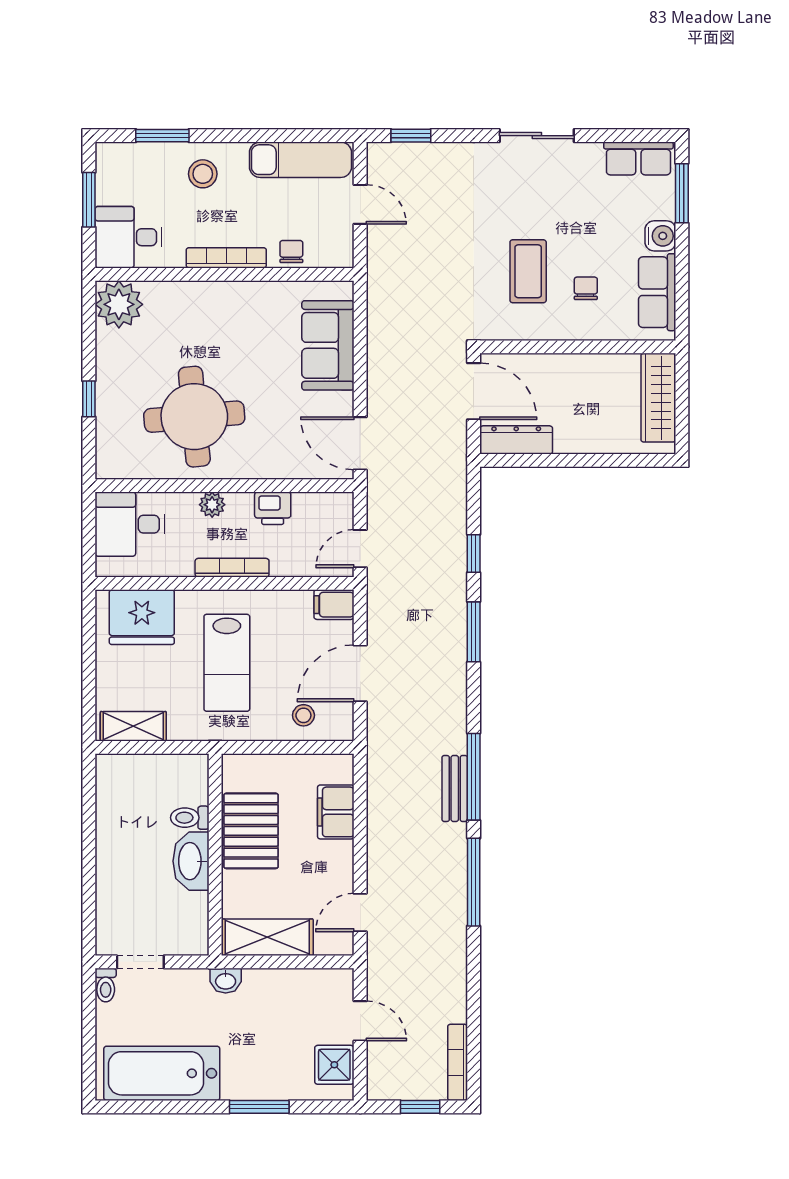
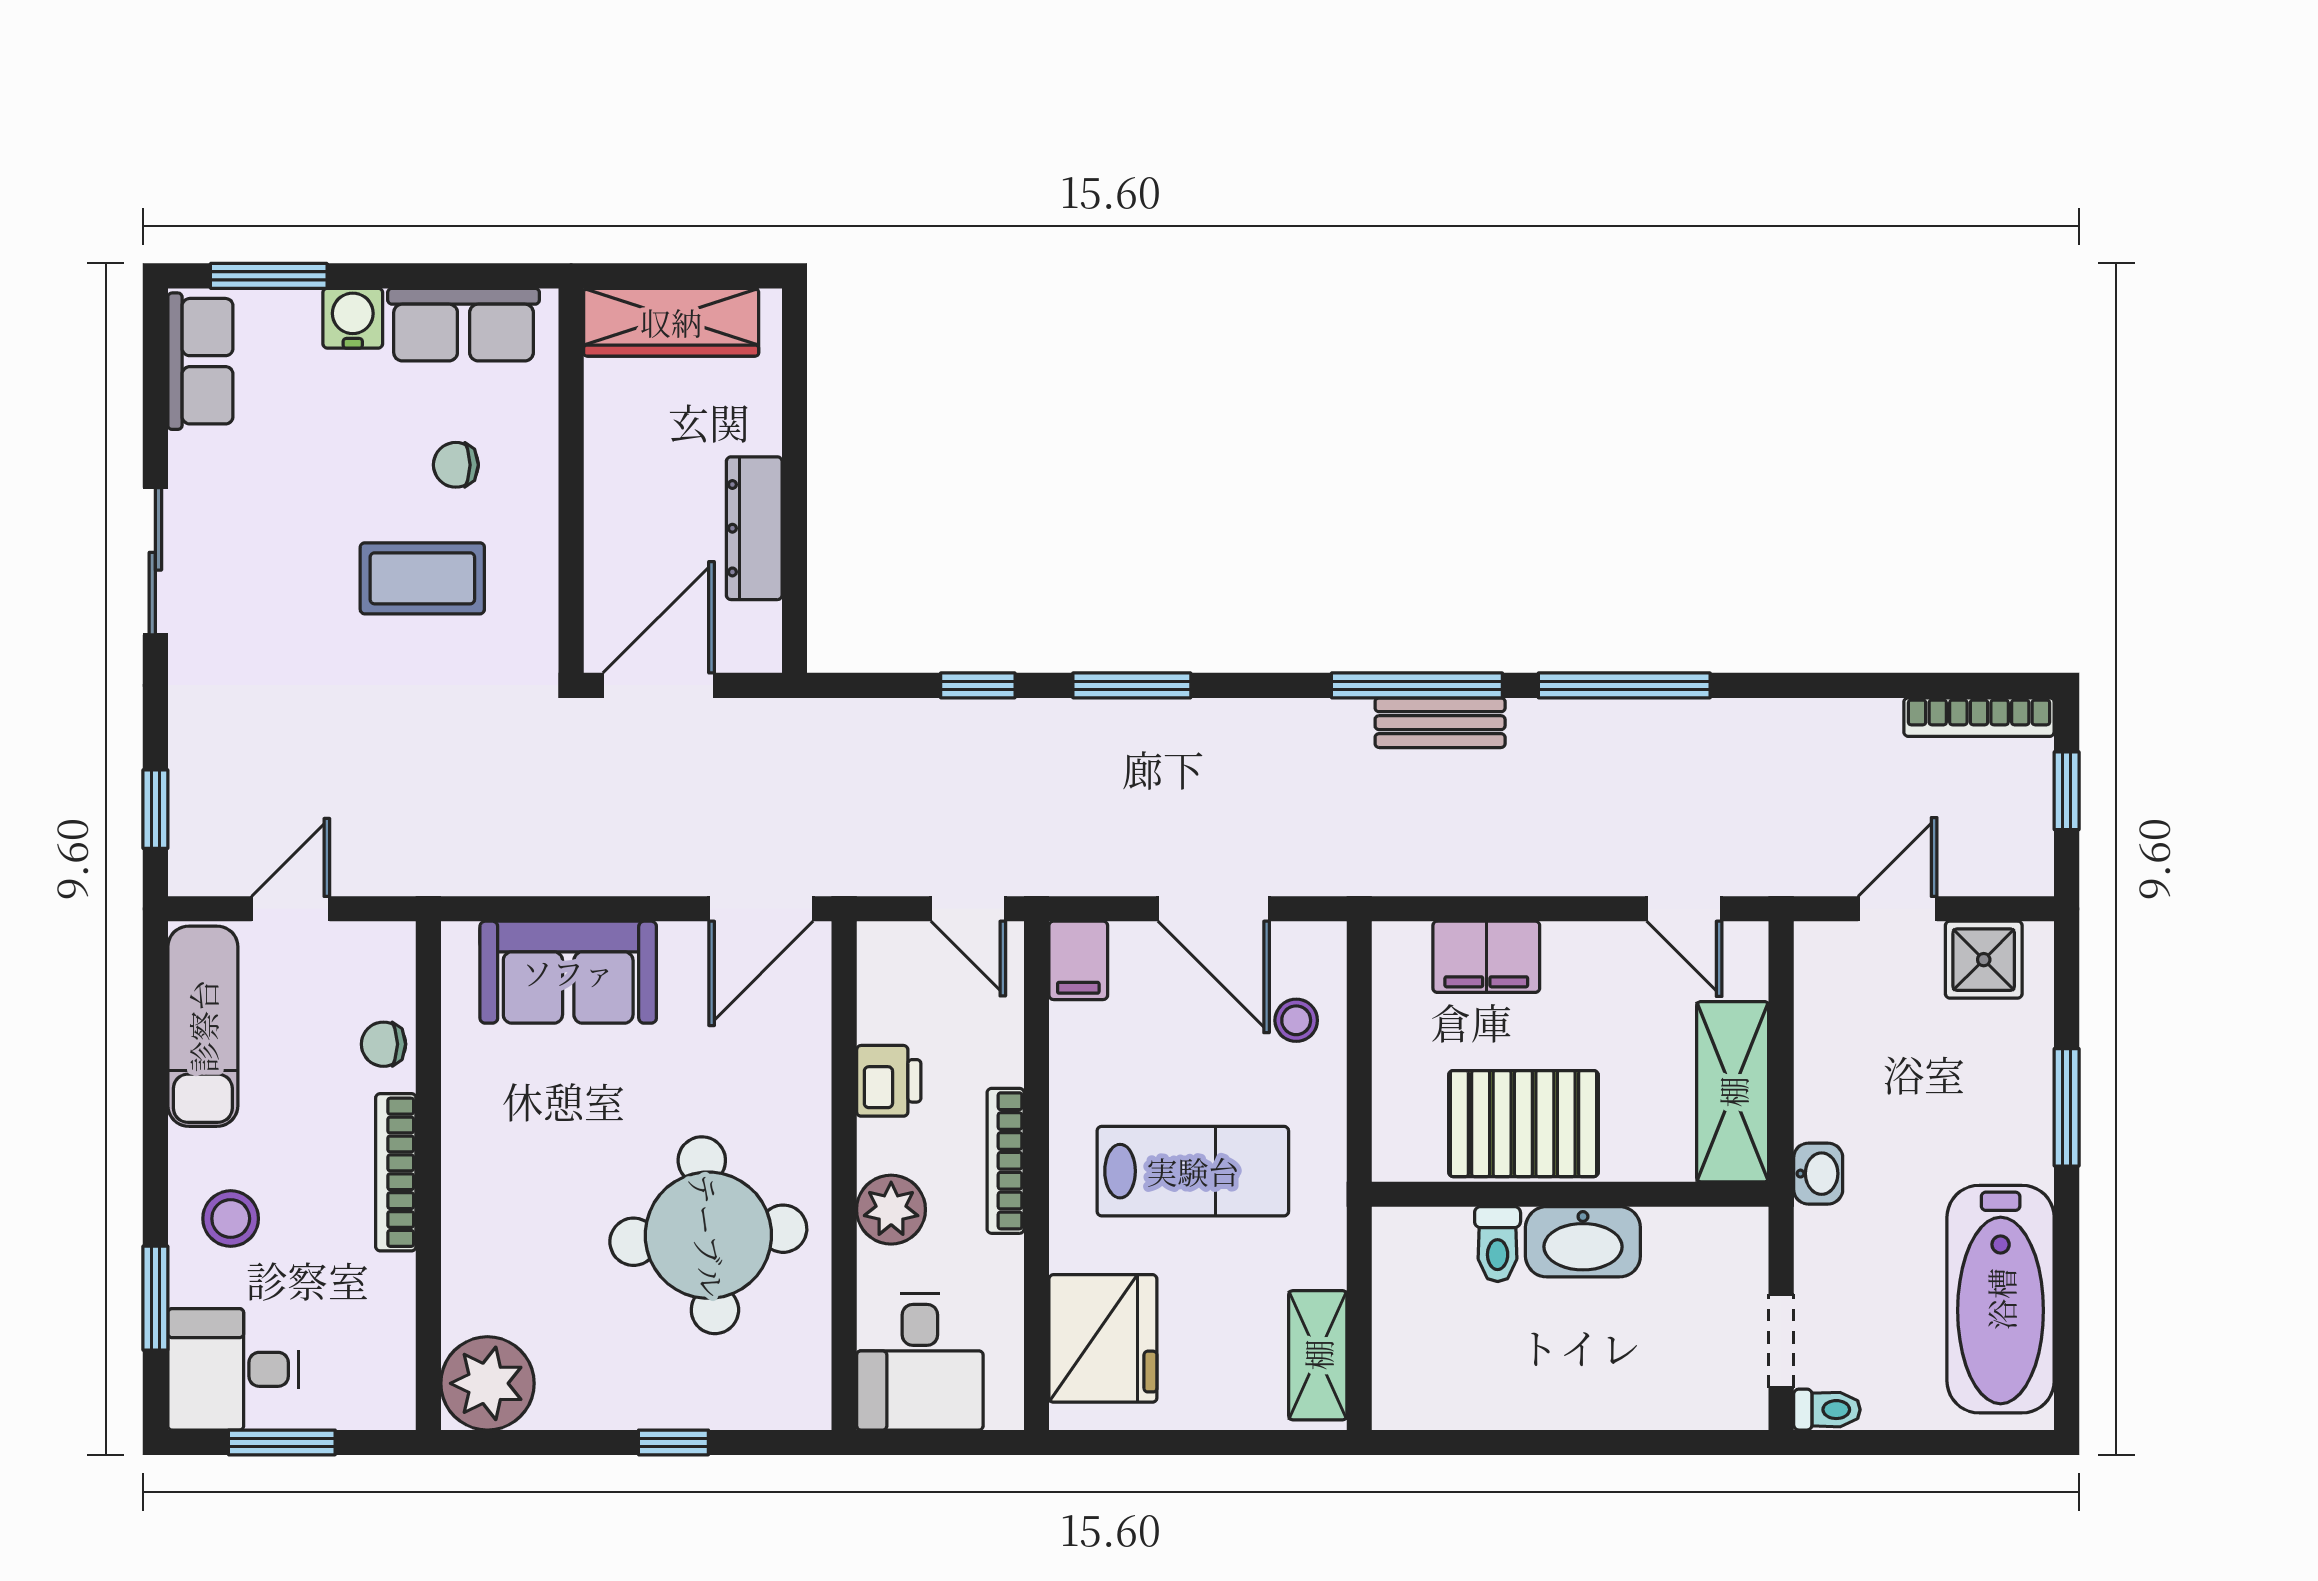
desk: (129, 237) -> (233, 1369), moved, turned 90
dresser: (516, 440) -> (754, 528), moved
plant: (212, 505) -> (891, 1210), width x1.38, depth x1.38

